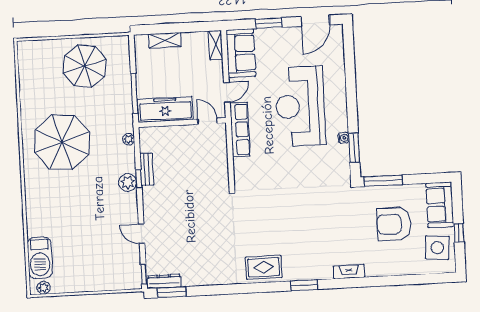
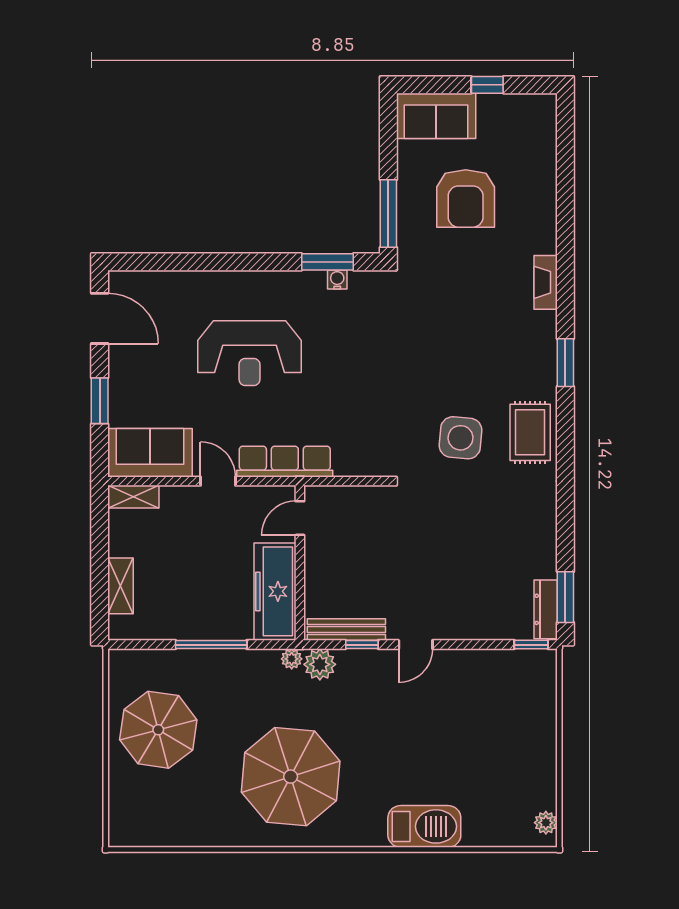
reception desk: (300, 106) -> (249, 353), width x0.74, depth x0.77
freezer: (165, 109) -> (275, 591), moved
door: (207, 121) -> (300, 518), moved
wall: (182, 123) -> (300, 563), moved
water cooler: (343, 138) -> (337, 280), moved
bench: (147, 169) -> (346, 630), width x1.36
plant: (128, 182) -> (320, 664), moved
door: (142, 234) -> (416, 645), moved
side table: (437, 248) -> (460, 438), moved
barbecue: (40, 258) -> (424, 826), moved

